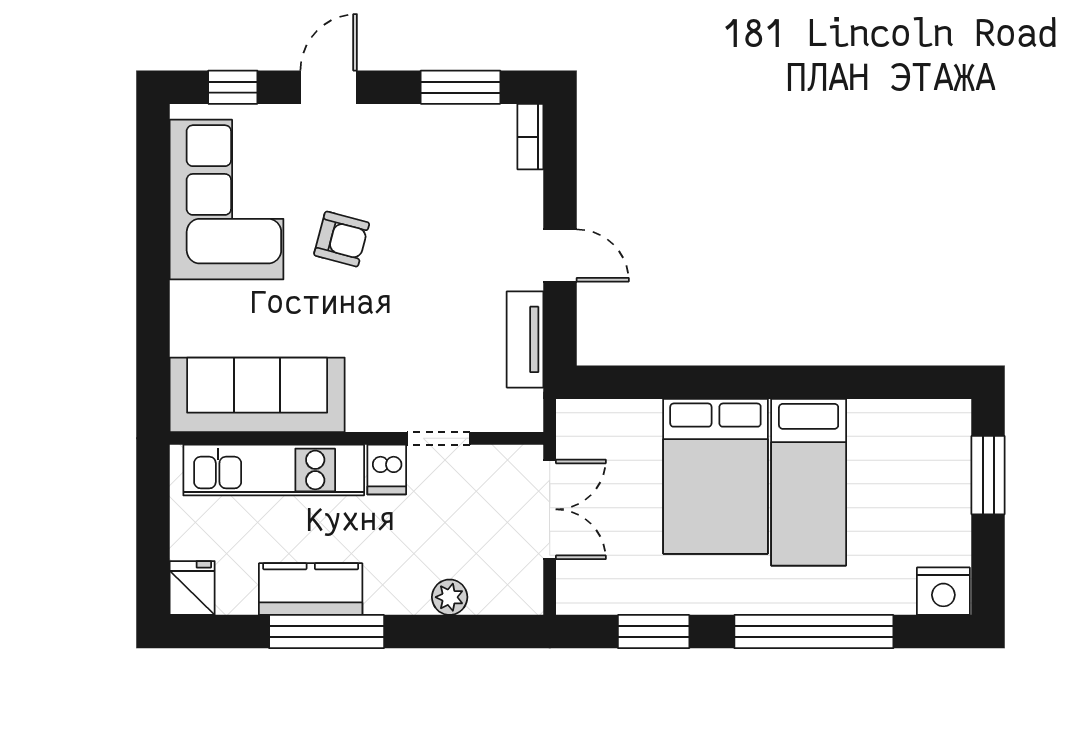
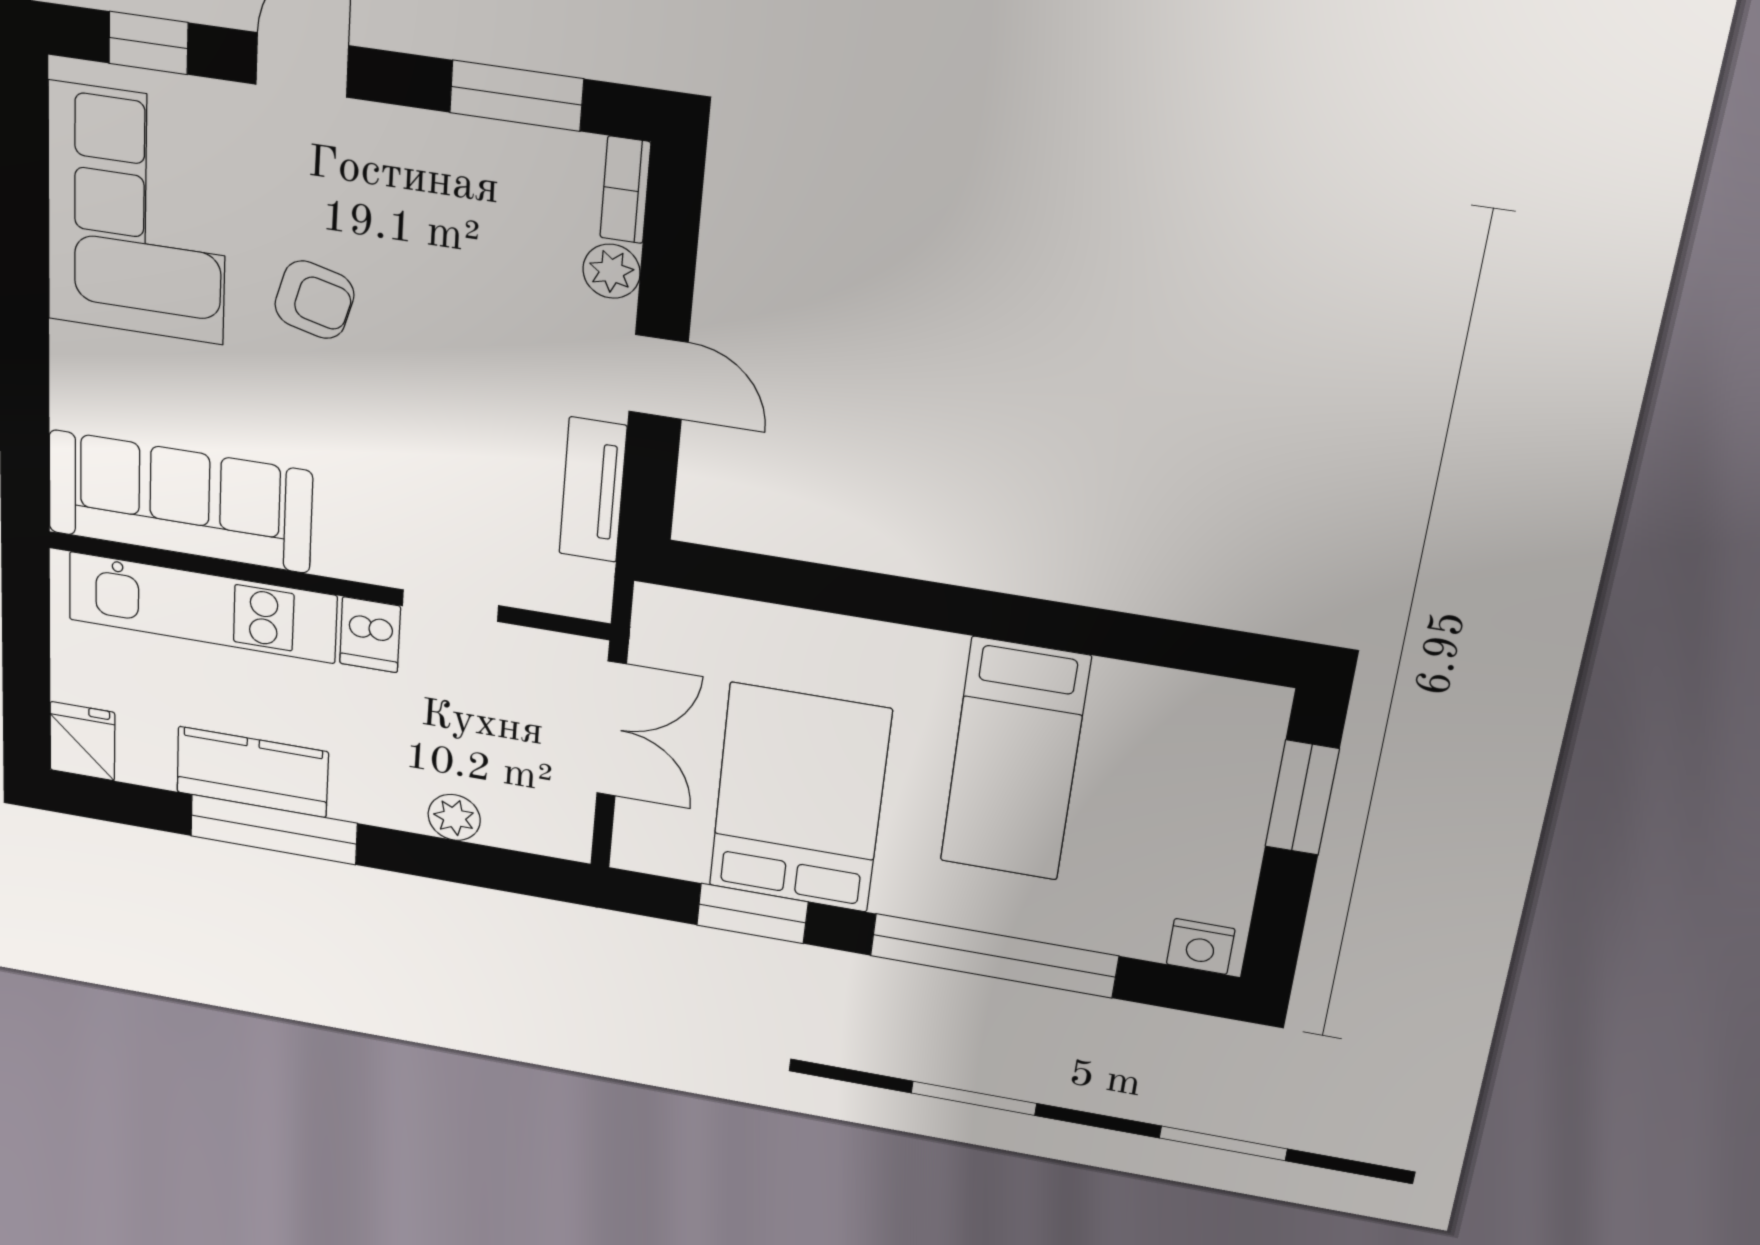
plant: (526, 190) -> (611, 271), added
bed: (715, 476) -> (799, 798), moved, turned 180
nightstand: (943, 591) -> (1201, 947), width x0.74, depth x0.75

